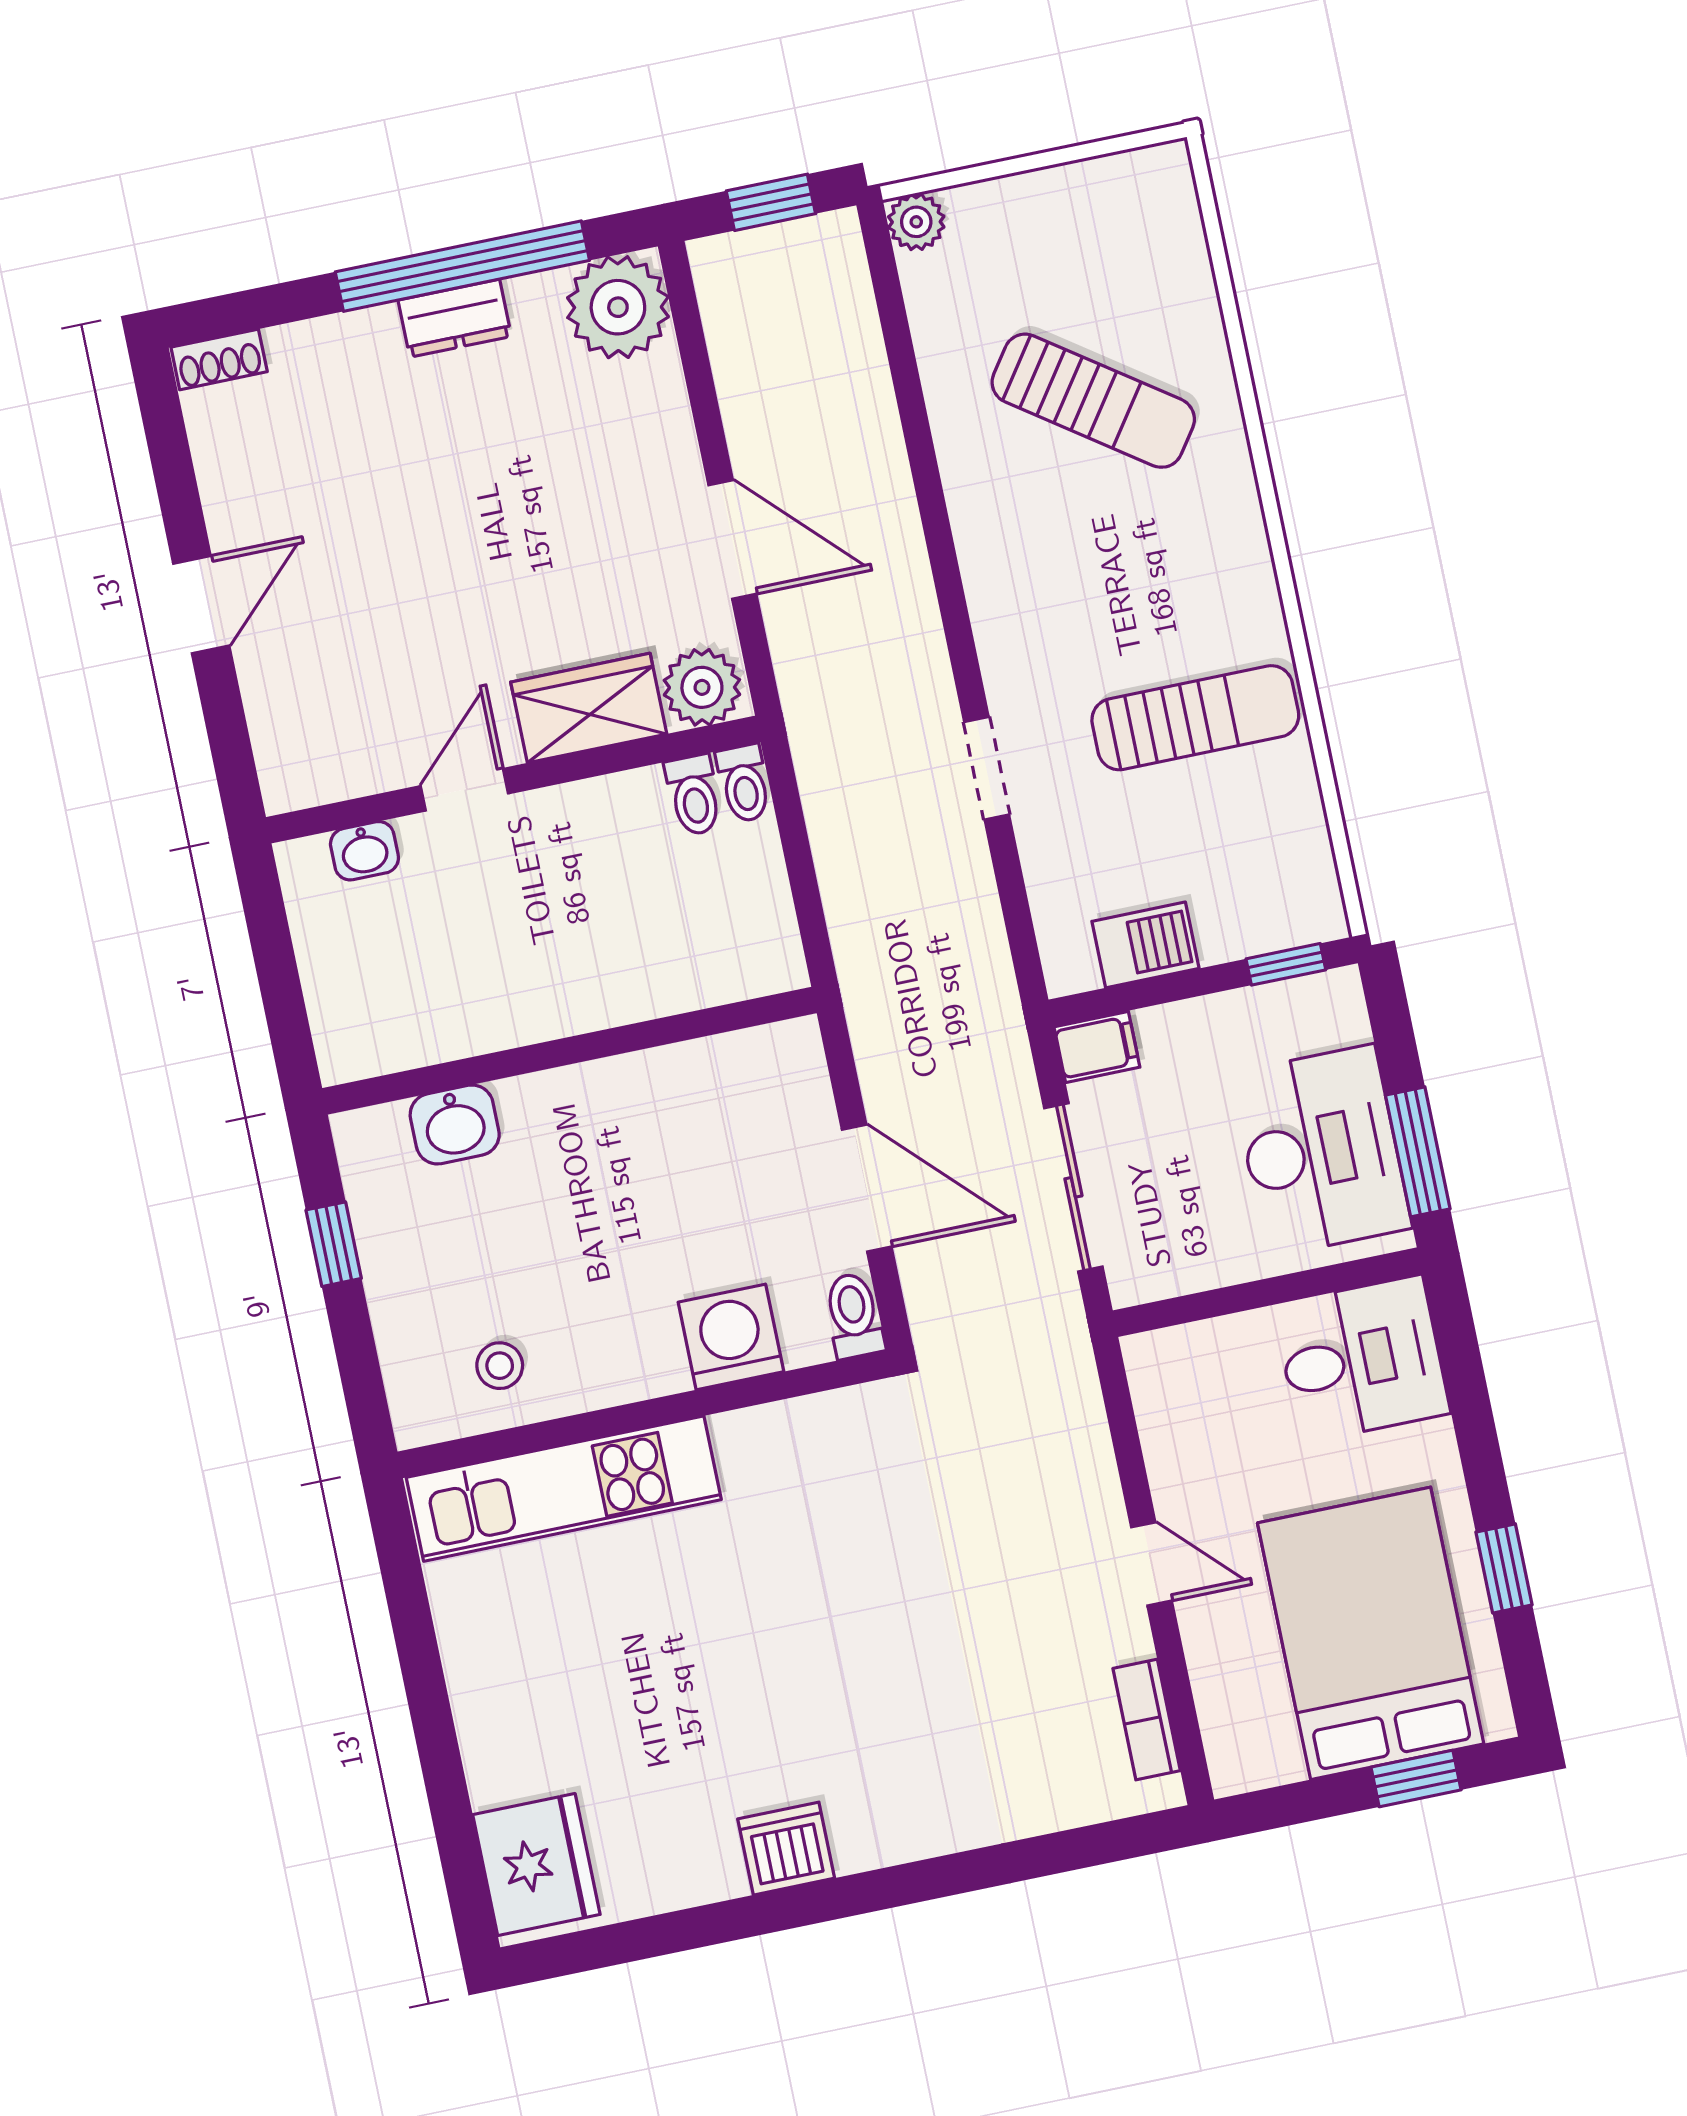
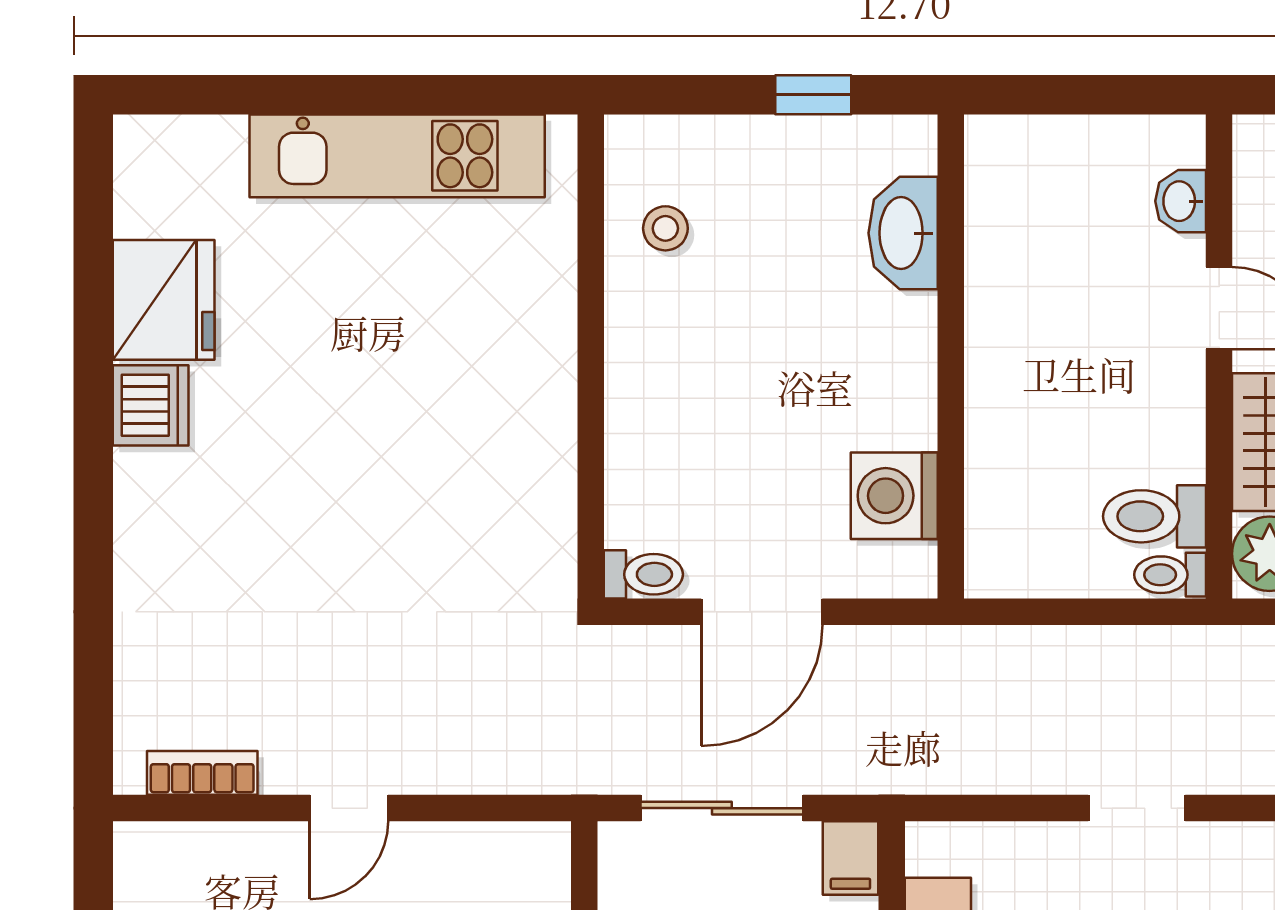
toilet: (694, 795) -> (1155, 516), width x1.37, depth x1.39
washbasin: (455, 1125) -> (903, 233), width x1.38
washing machine: (731, 1337) -> (894, 496), moved, turned 180
kitchen unit: (564, 1489) -> (397, 156), moved, turned -90
fridge: (536, 1865) -> (164, 300), moved, turned -90

